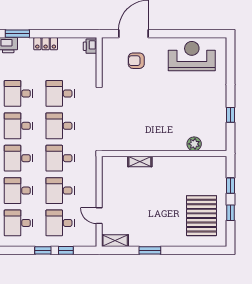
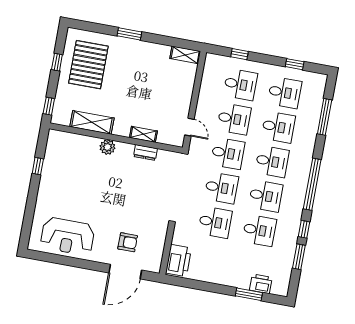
locker: (46, 44) -> (221, 278), removed
printer: (90, 46) -> (178, 261), width x1.87, depth x1.48
plant: (194, 144) -> (107, 147), moved
dresser: (135, 145) -> (145, 153), added
shelving: (189, 164) -> (92, 122), added
window: (231, 186) -> (49, 106), moved
door: (99, 216) -> (189, 127), moved
window: (43, 250) -> (295, 64), moved
window: (150, 250) -> (129, 34), moved

